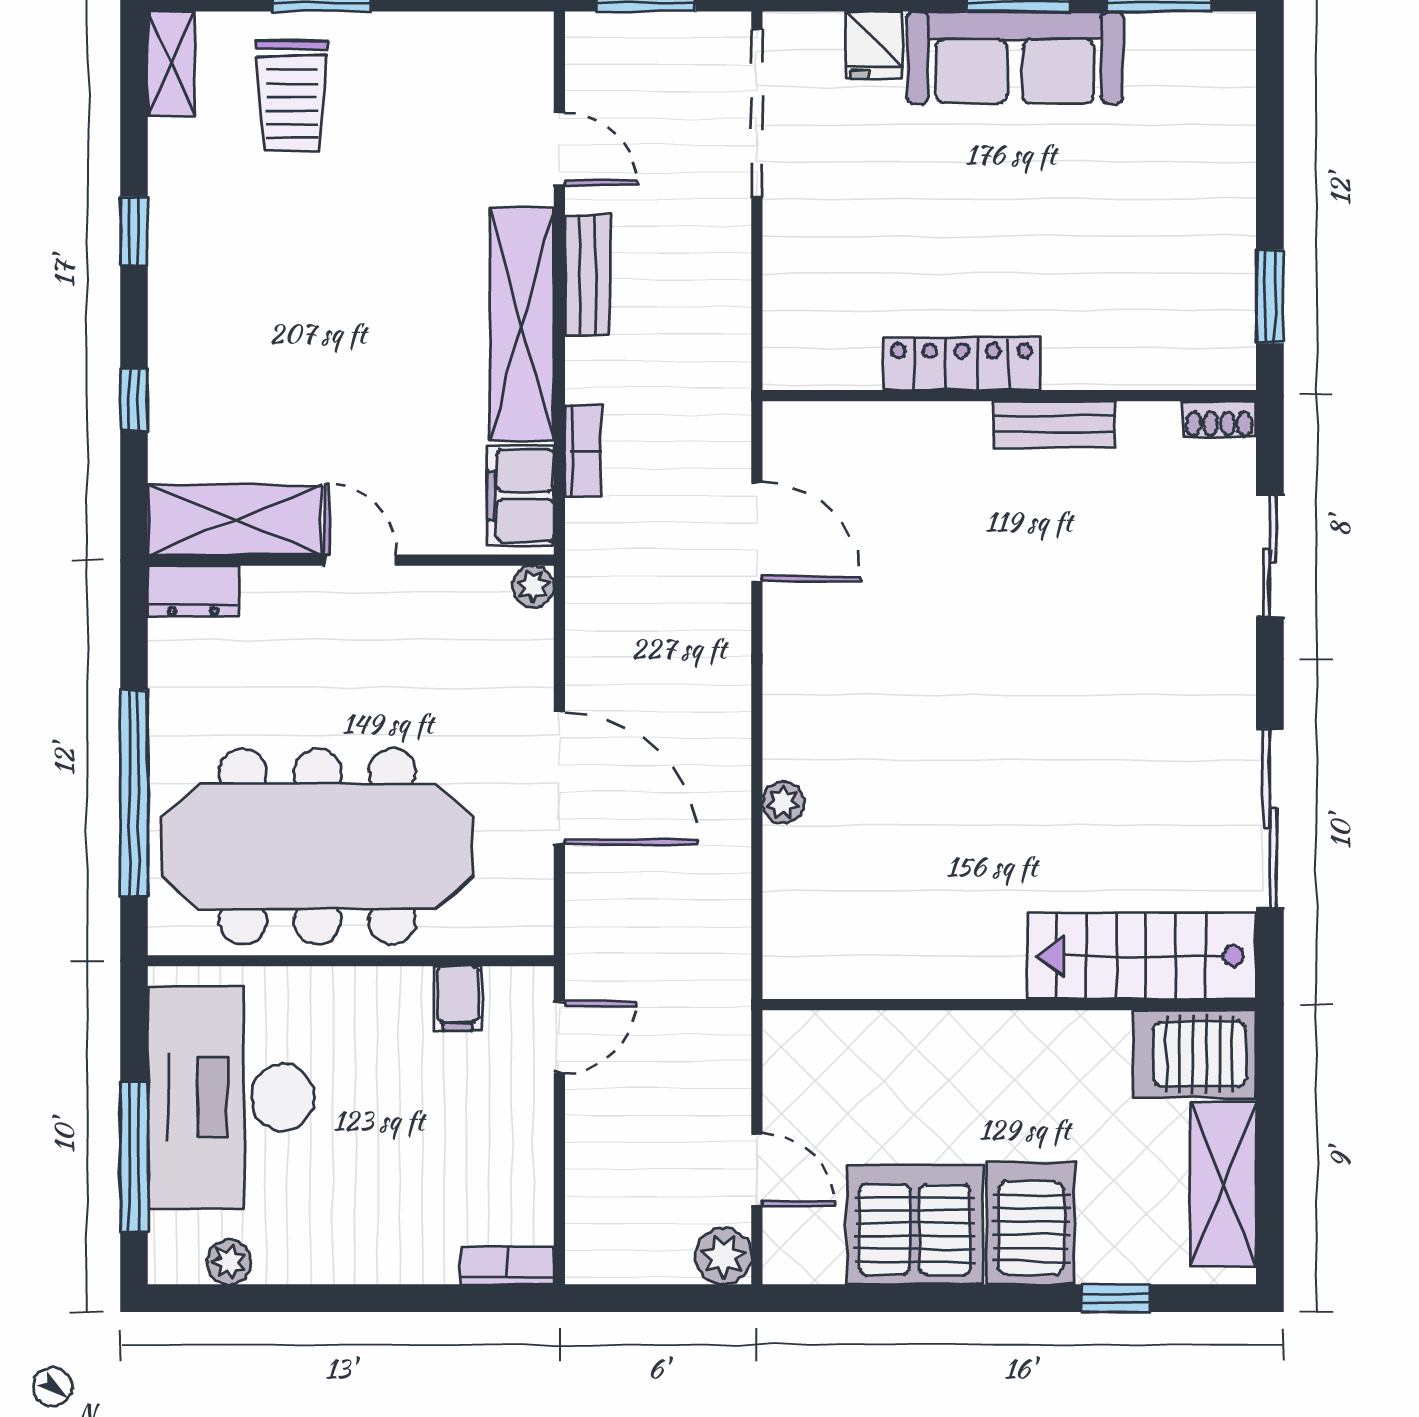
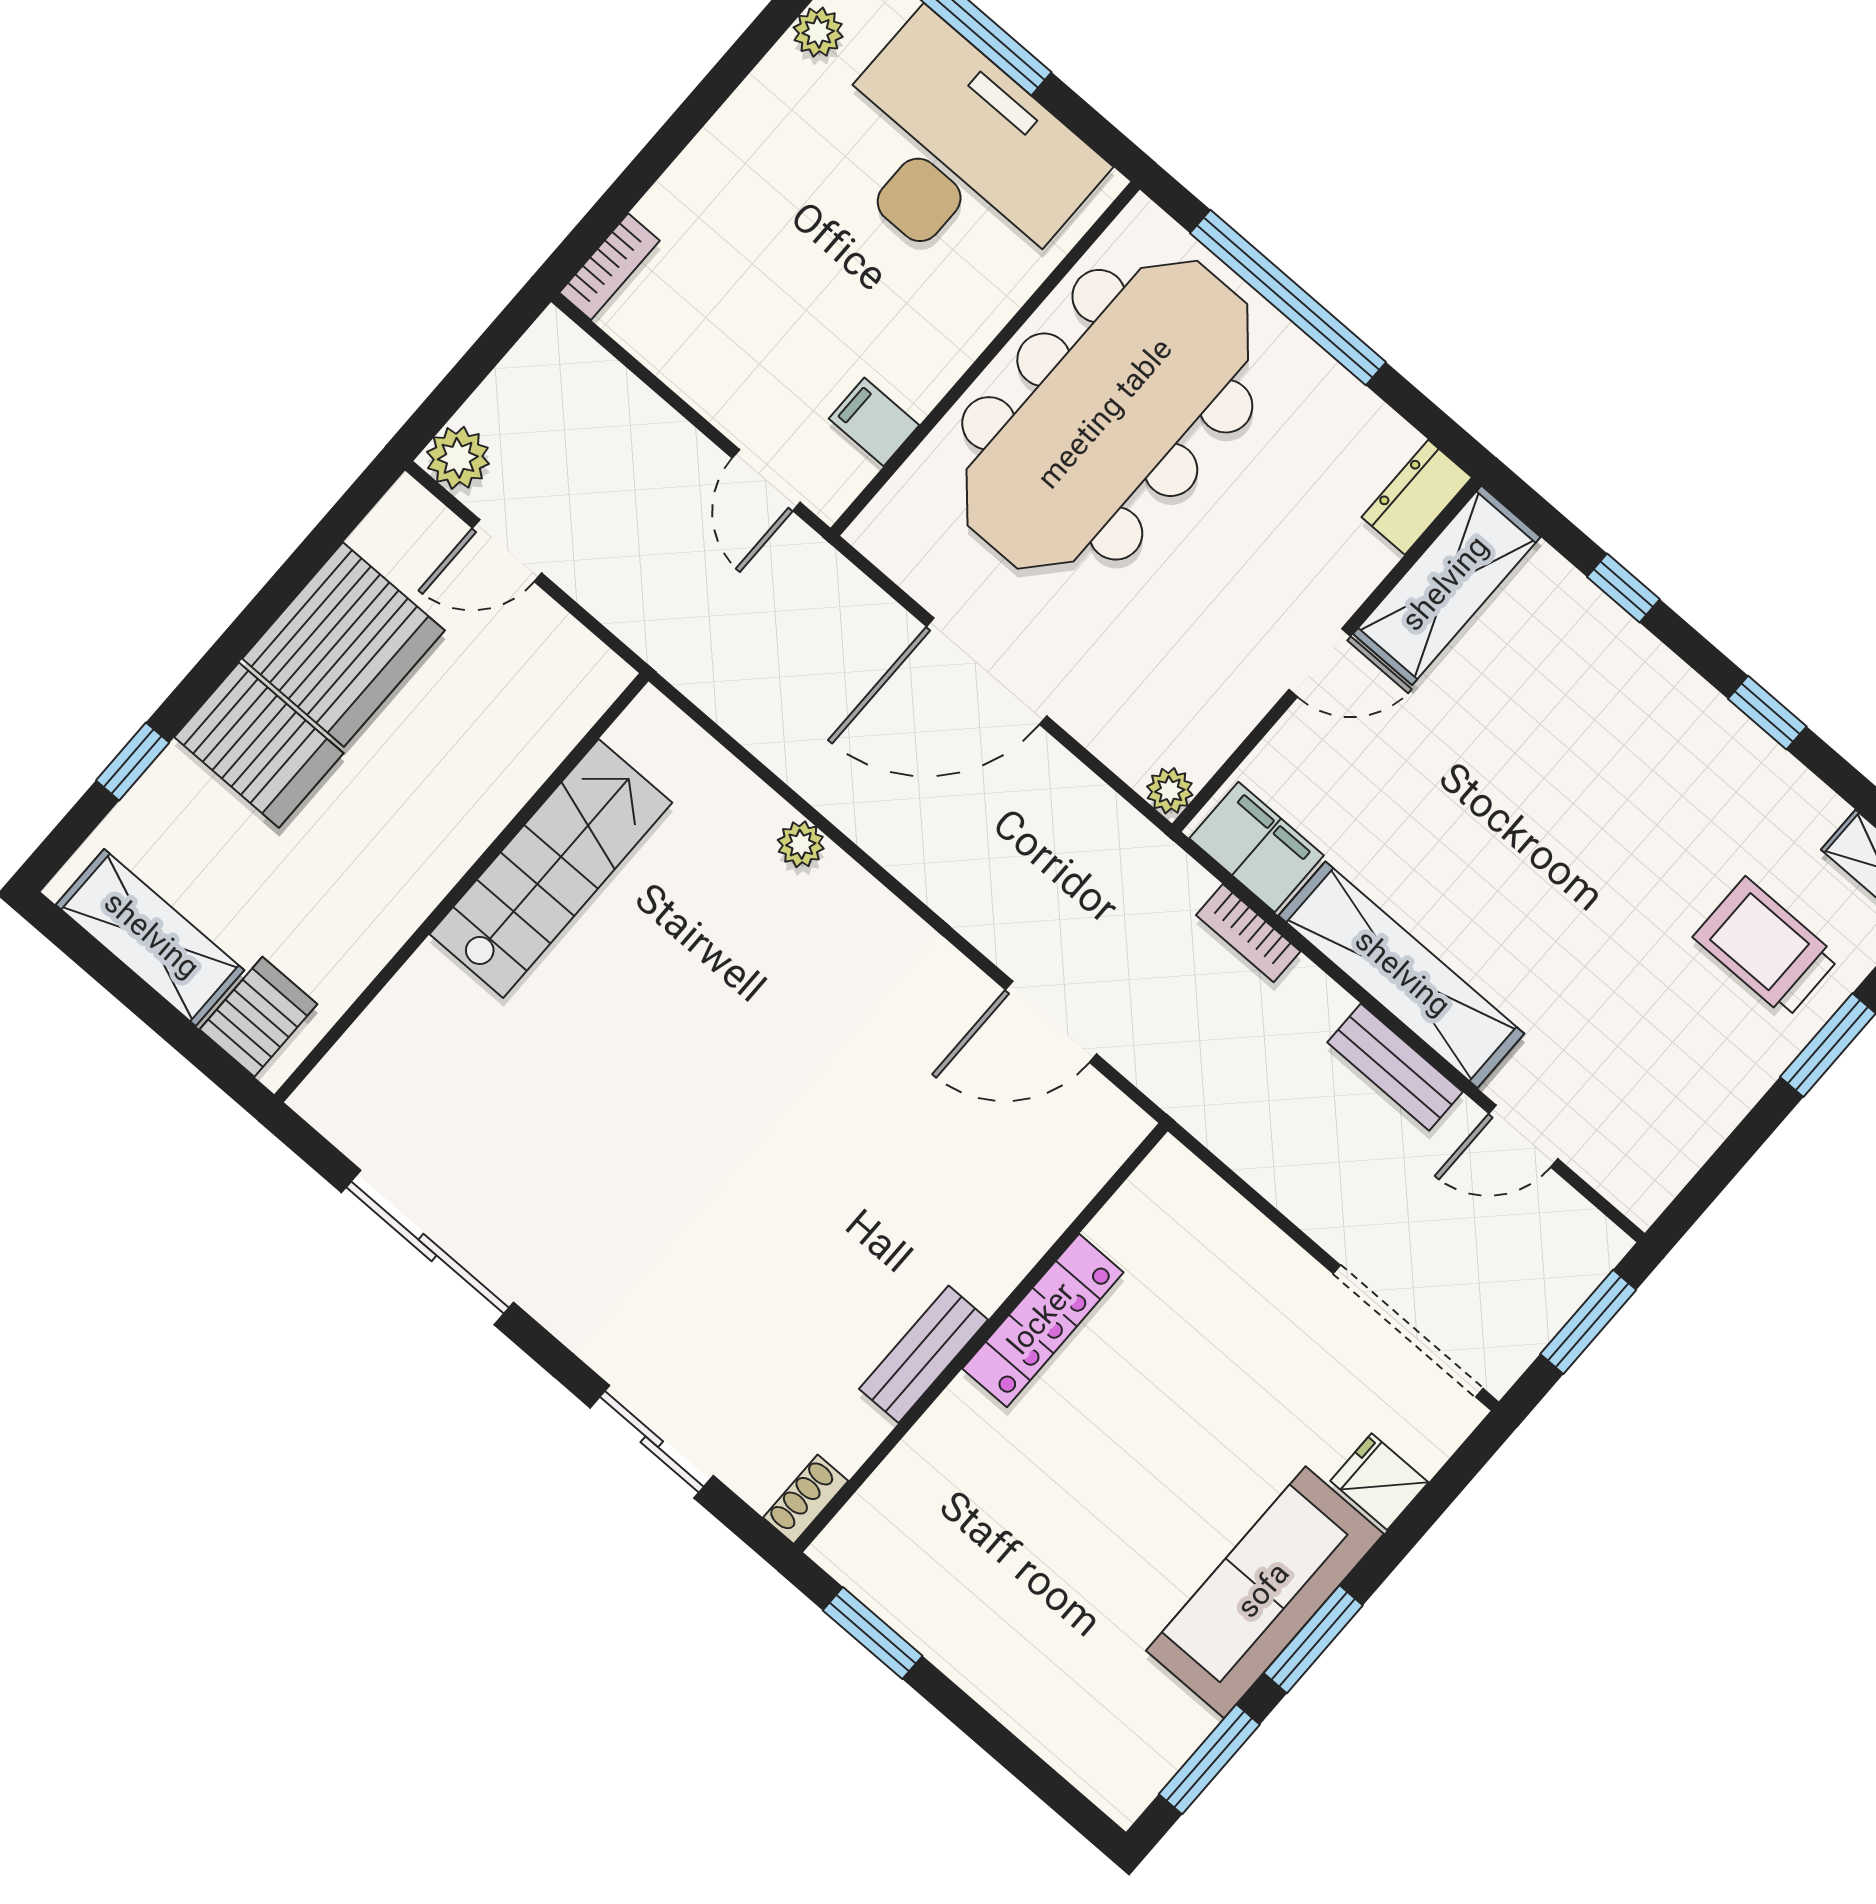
stairs: (1142, 956) -> (551, 868), moved
server rack: (1195, 1054) -> (258, 1017), width x0.73, depth x0.70

